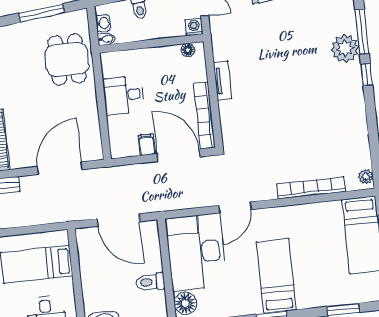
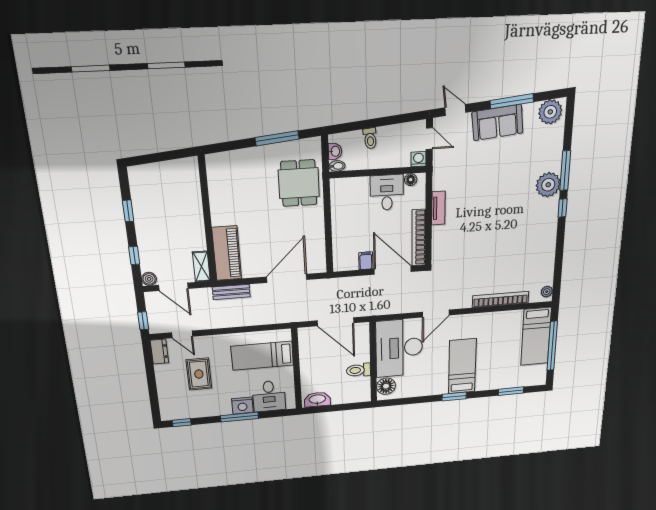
desk: (124, 95) -> (387, 193), moved, turned 90

